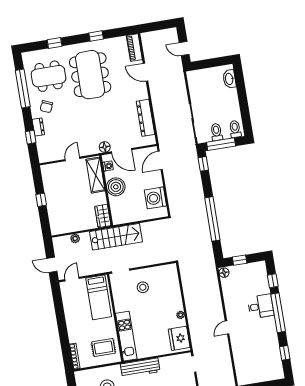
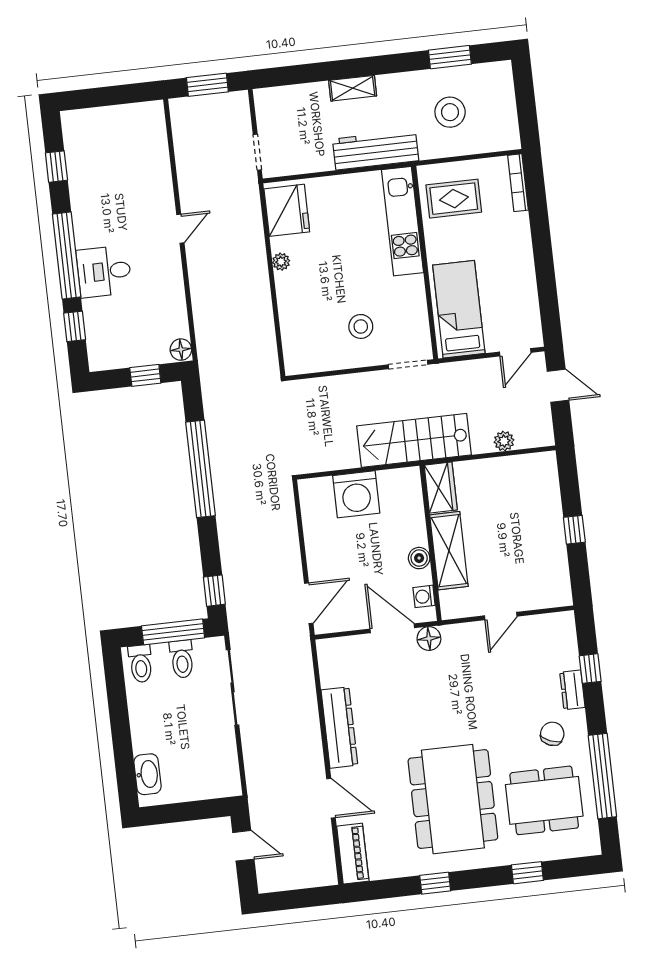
dresser: (145, 118) -> (339, 728), moved
shelving: (96, 175) -> (449, 551), moved
boiler: (116, 187) -> (419, 558), width x0.54, depth x0.54
washing machine: (155, 198) -> (356, 494), moved, turned 90

